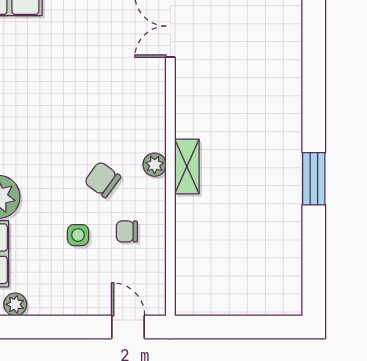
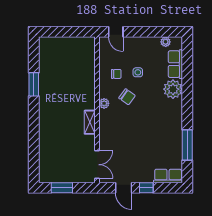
shelving: (187, 166) -> (90, 122), moved
window: (314, 179) -> (34, 84), moved

